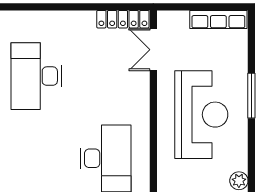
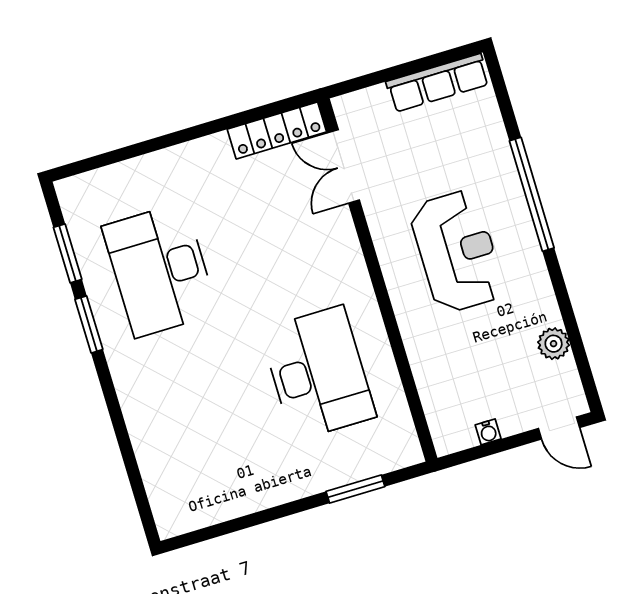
window: (251, 96) -> (532, 194), width x1.46
reception desk: (201, 115) -> (457, 251), width x0.74, depth x0.77

